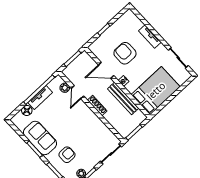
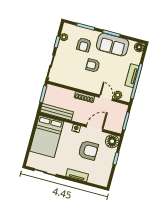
floor lamp: (97, 48) -> (112, 141), added
bench: (123, 98) -> (57, 112), moved
floor lamp: (27, 110) -> (139, 47), moved
armchair: (71, 130) -> (93, 65), added

